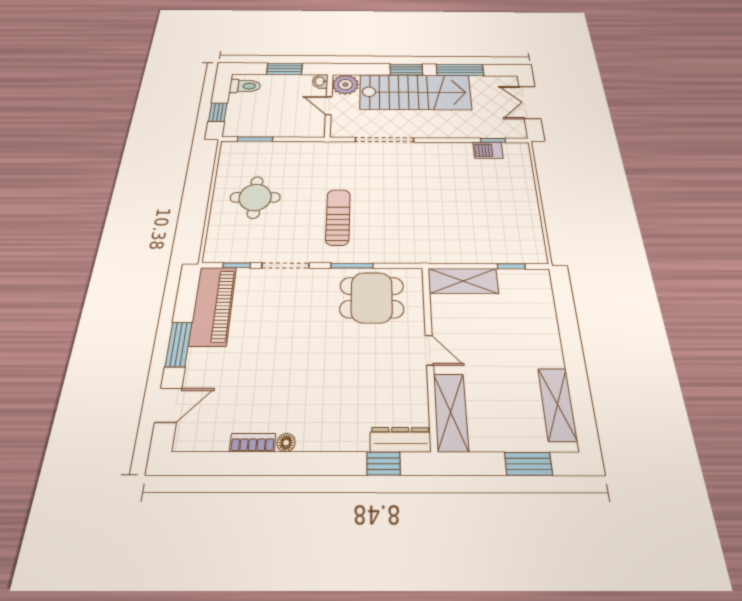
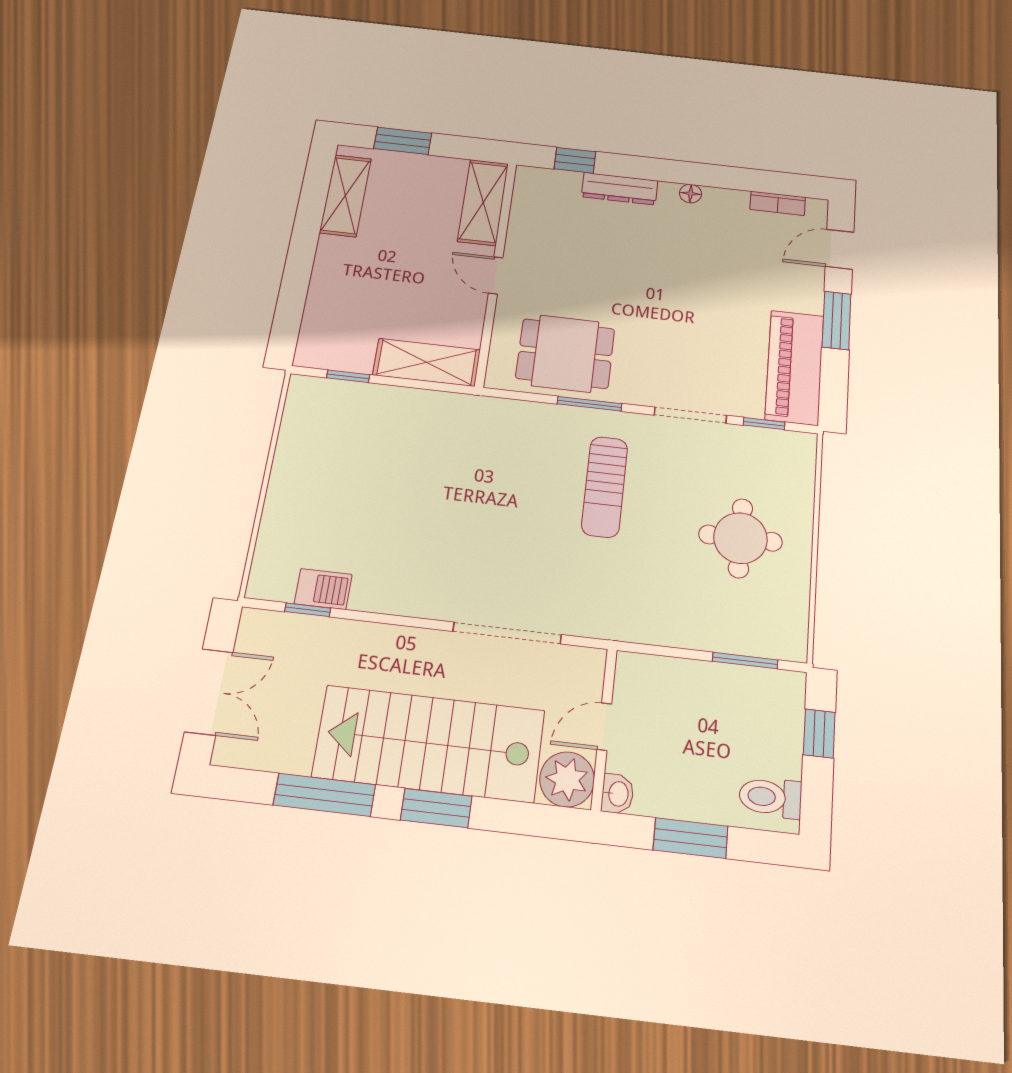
door: (329, 106) -> (604, 727), swing flipped
dresser: (400, 440) -> (620, 189), moved
bookcase: (253, 443) -> (778, 203), moved

